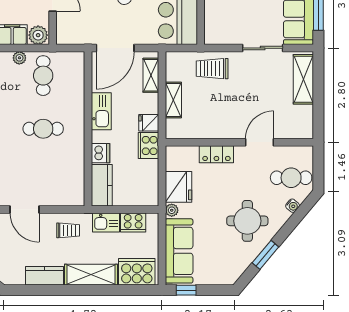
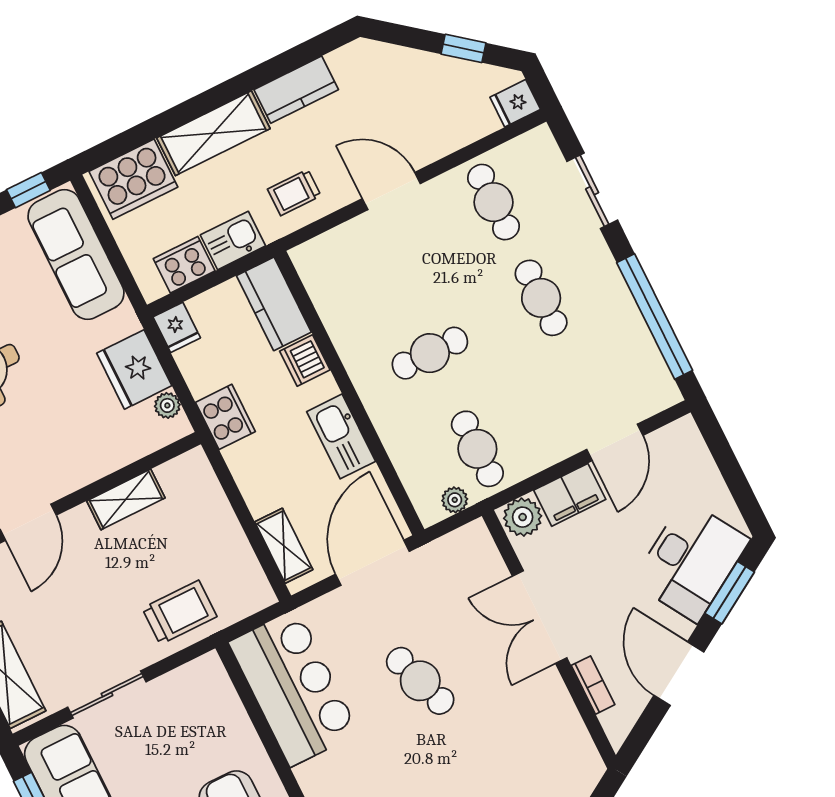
plant: (19, 58) -> (455, 500), moved
shelving: (173, 100) -> (126, 499), moved, turned 90
fridge: (149, 123) -> (177, 327), moved, turned 90
locker: (216, 154) -> (95, 462), removed
plant: (172, 210) -> (167, 405), moved

